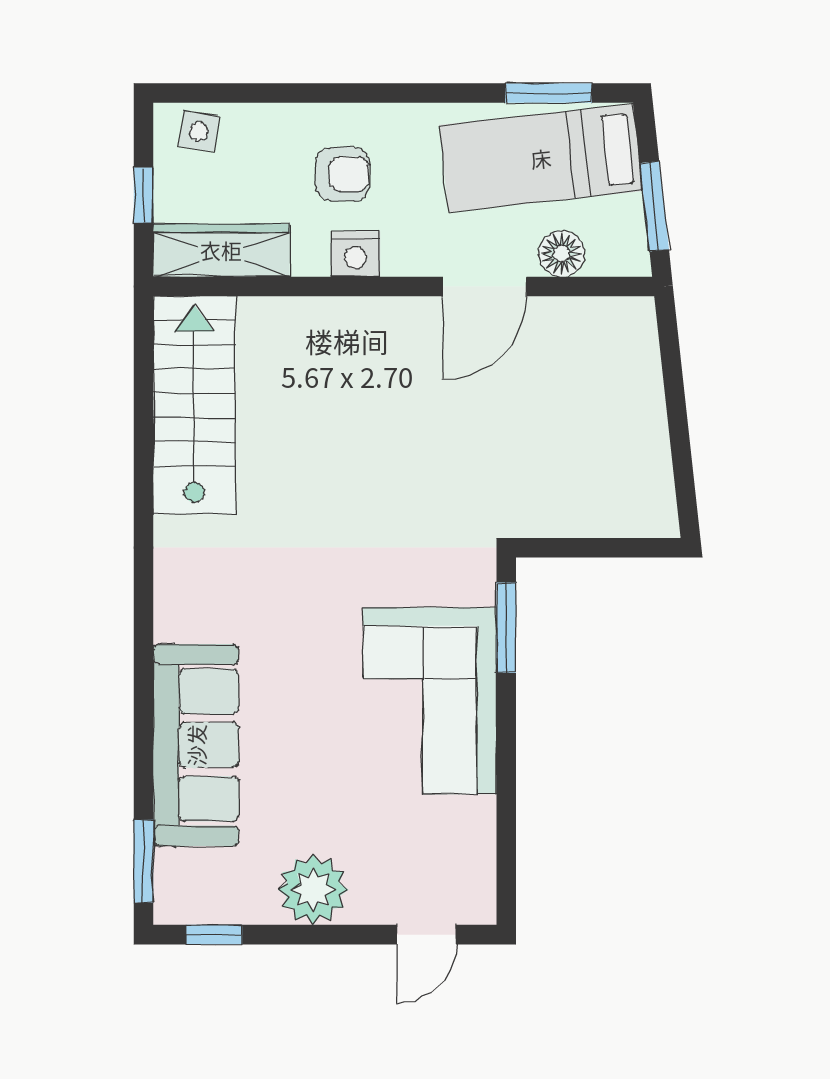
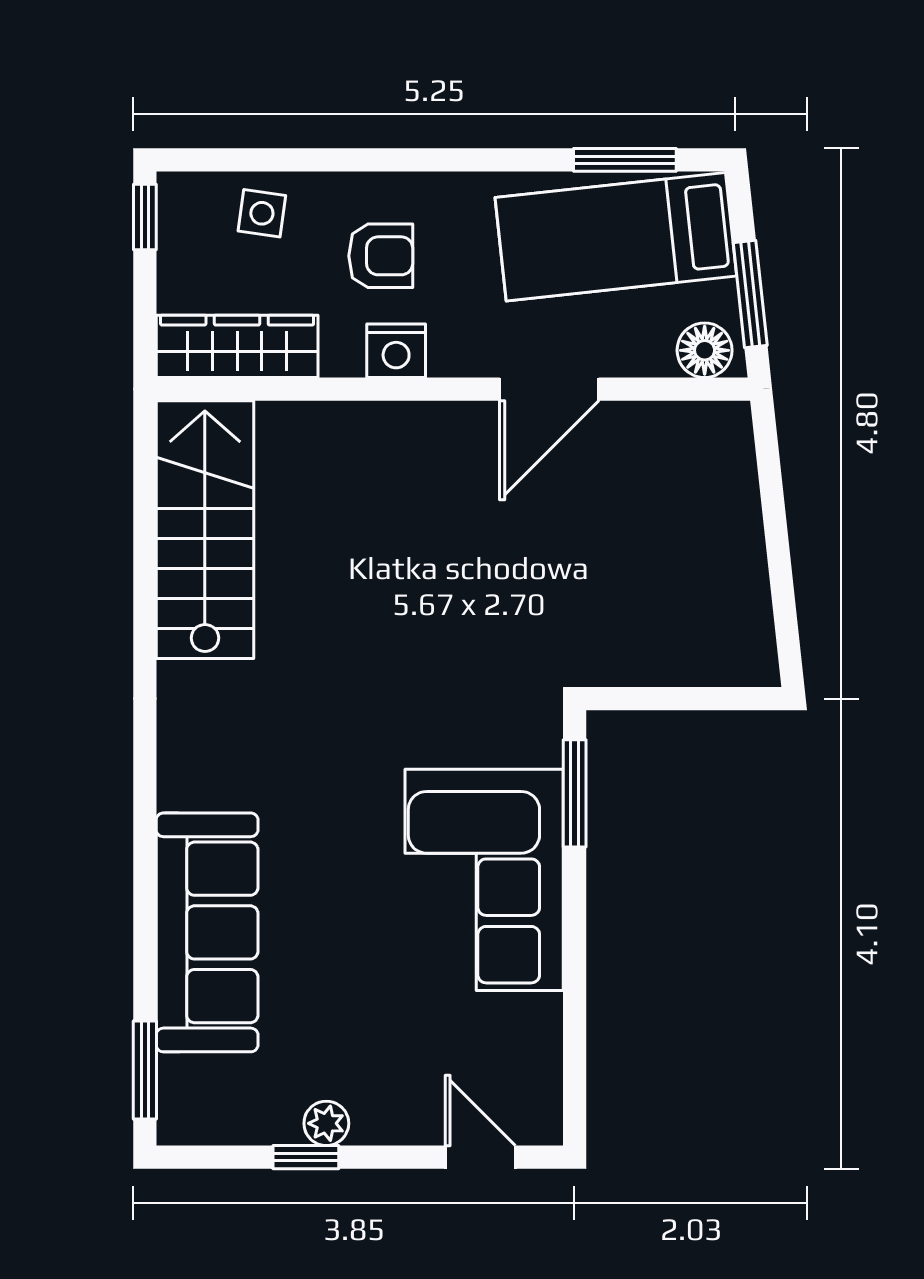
side table: (199, 131) -> (262, 213), moved
window: (143, 195) -> (145, 217), moved
floor lamp: (561, 254) -> (705, 350), moved
plant: (313, 890) -> (326, 1123), width x0.53, depth x0.53
window: (214, 935) -> (306, 1157), moved
door: (426, 935) -> (480, 1157), swing flipped

